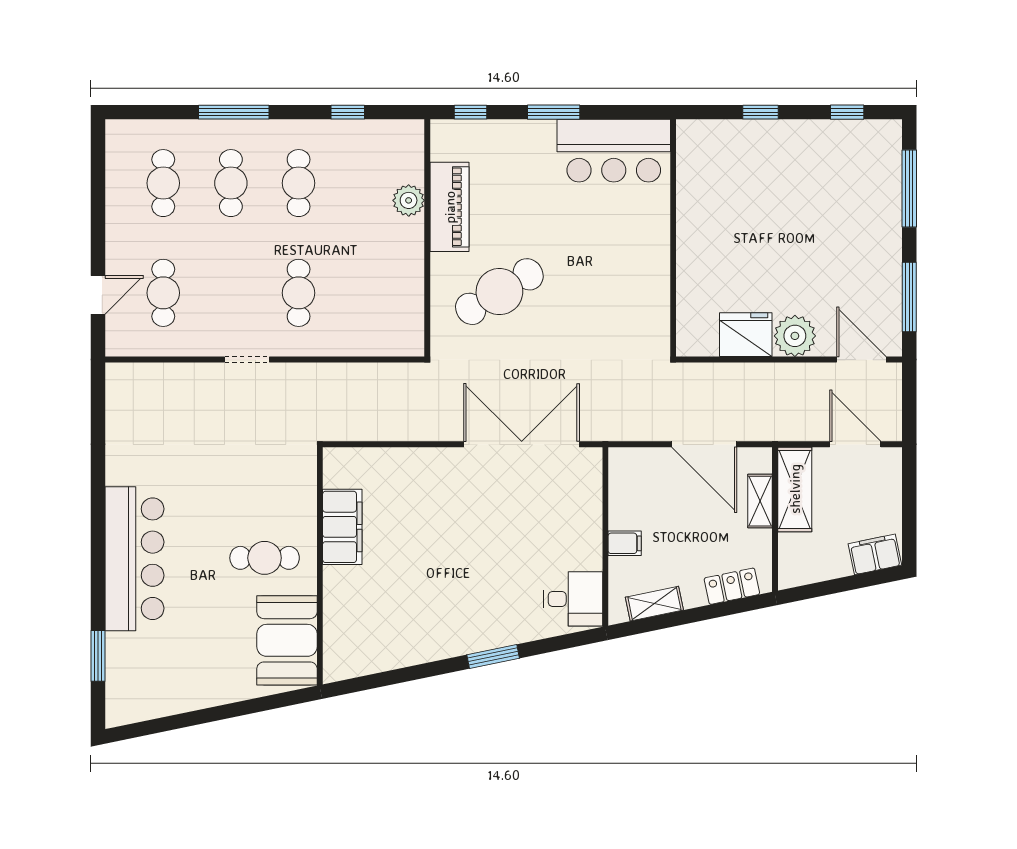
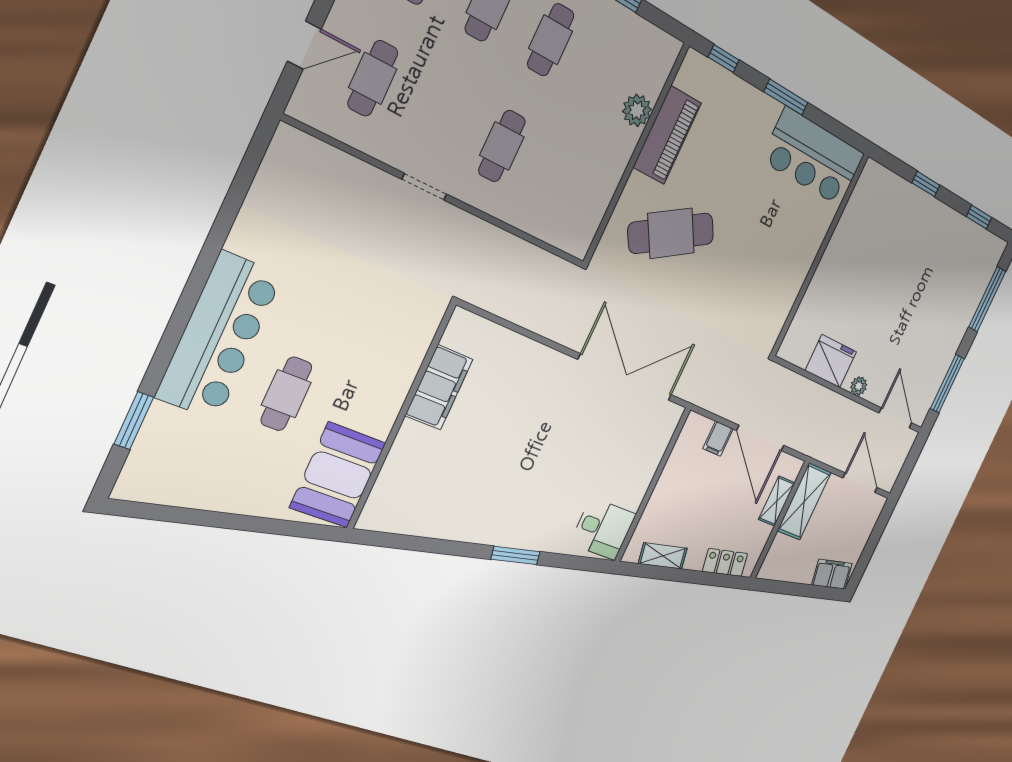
plant: (795, 336) -> (859, 386), width x0.53, depth x0.53
filing cabinet: (625, 543) -> (718, 439), moved, turned 90
cafe table: (265, 558) -> (286, 394), moved, turned 90

